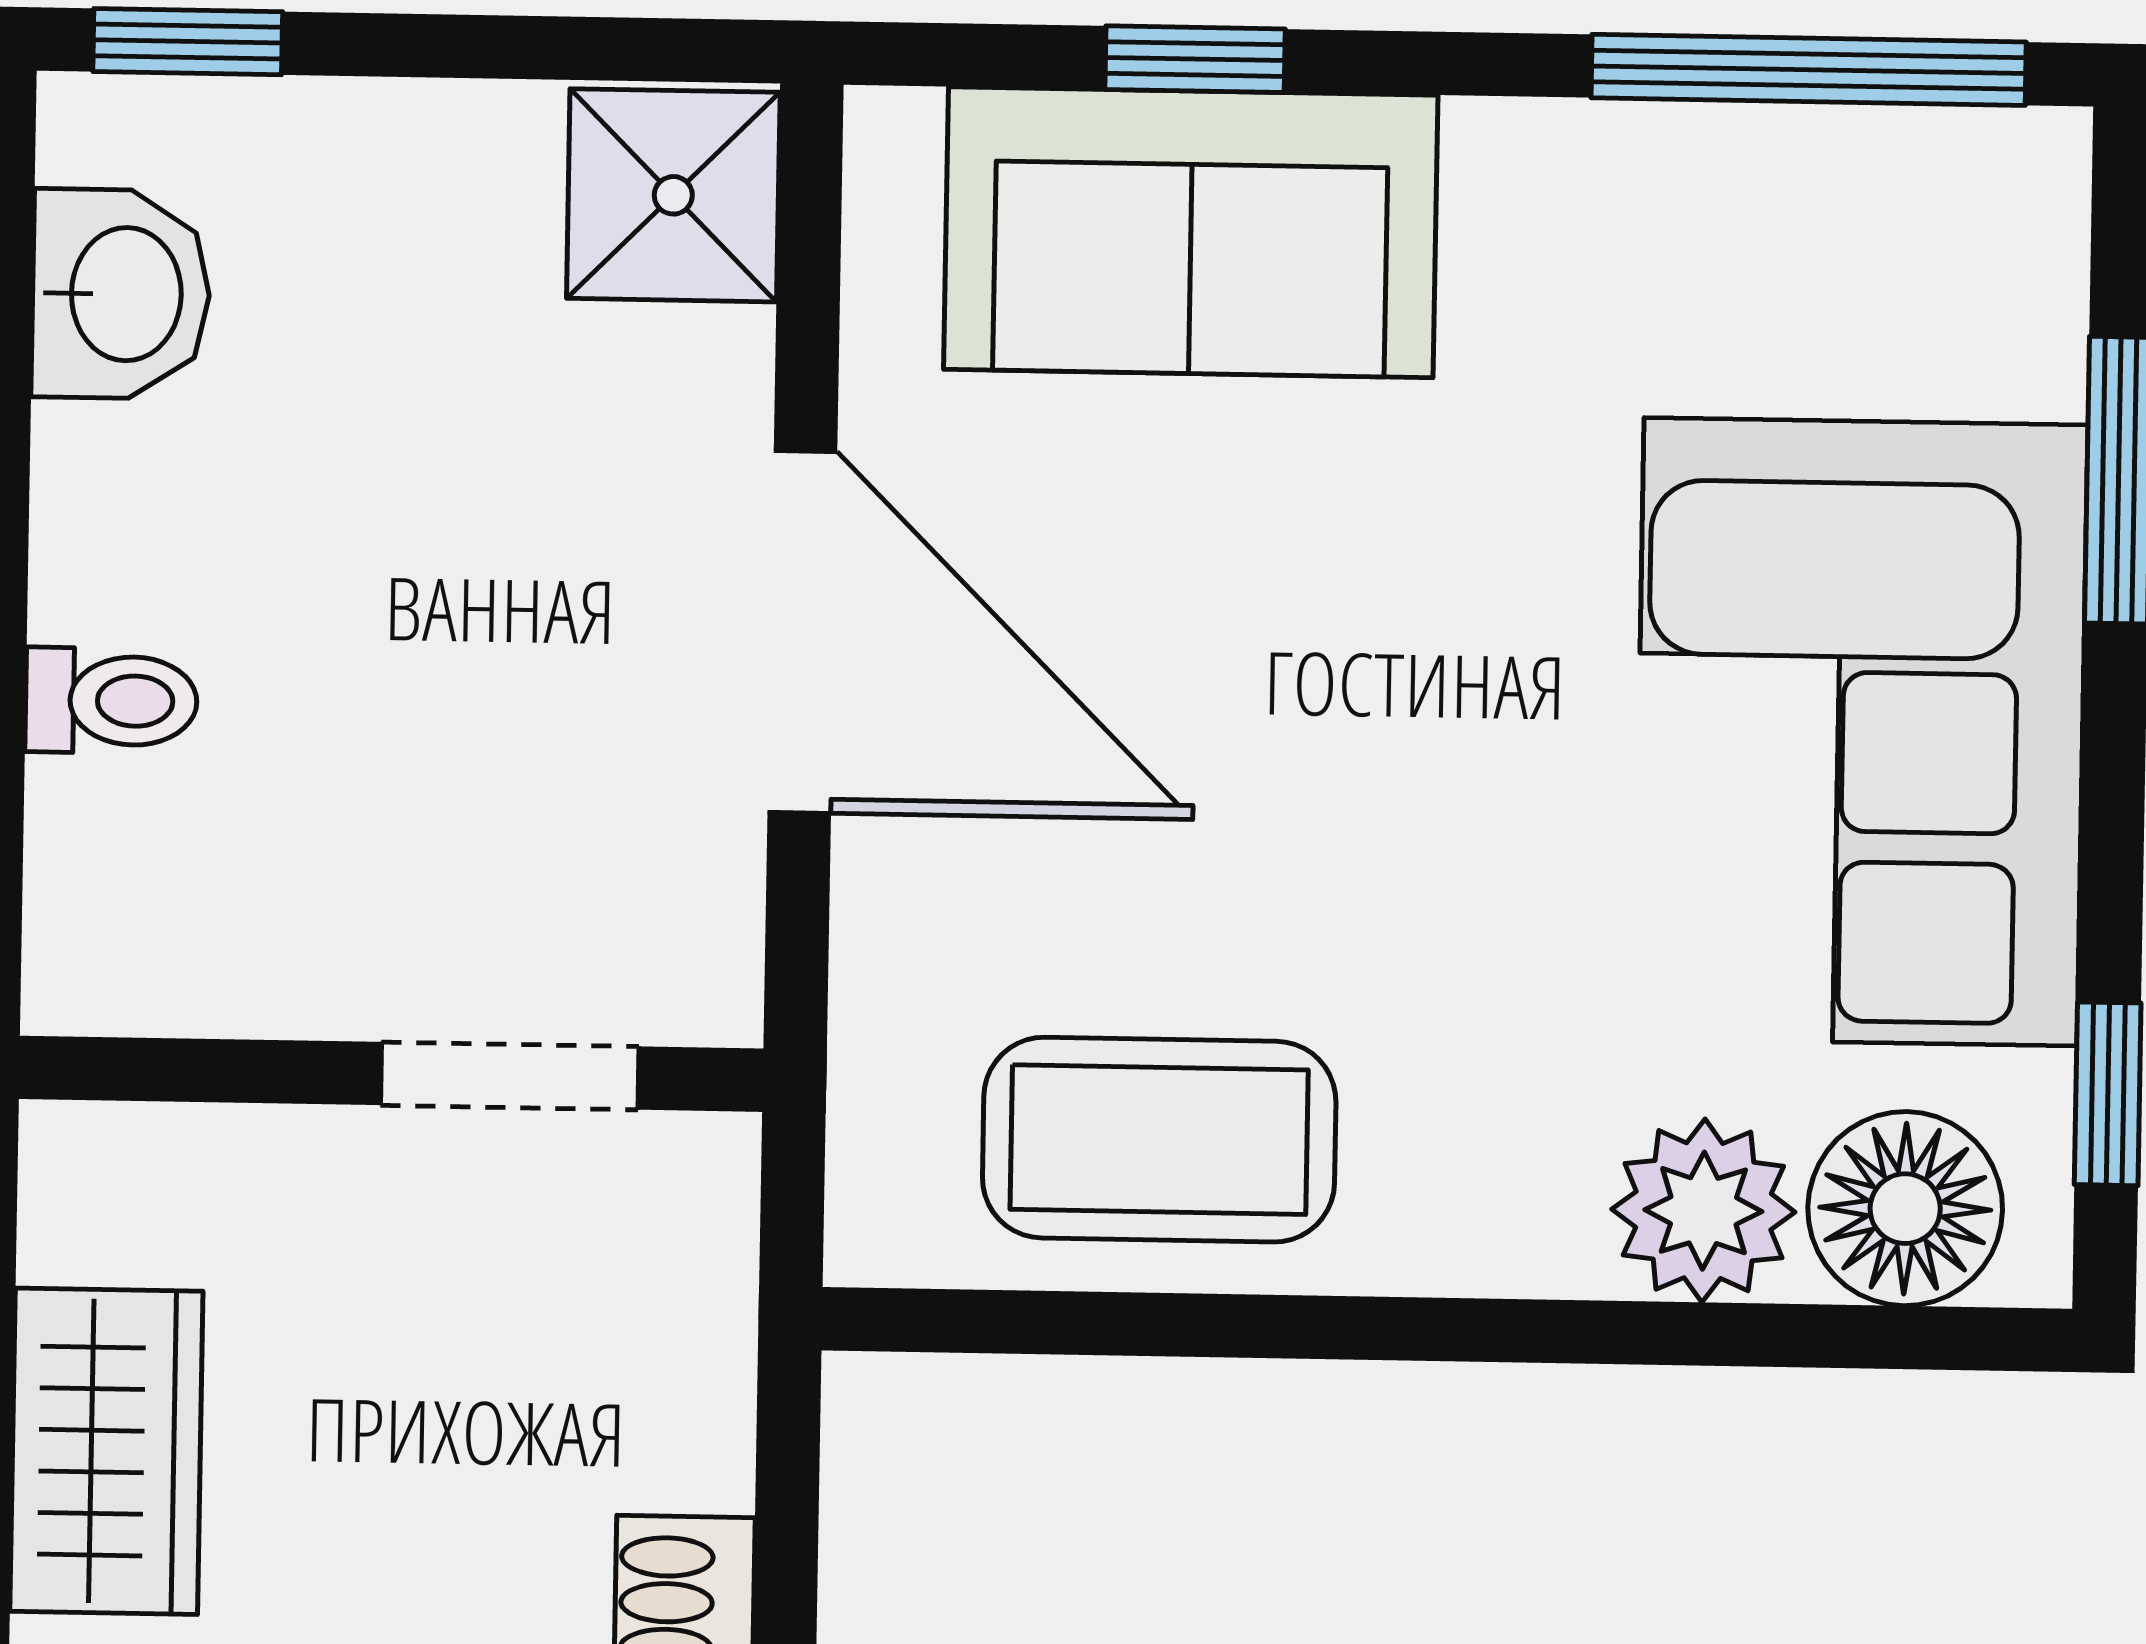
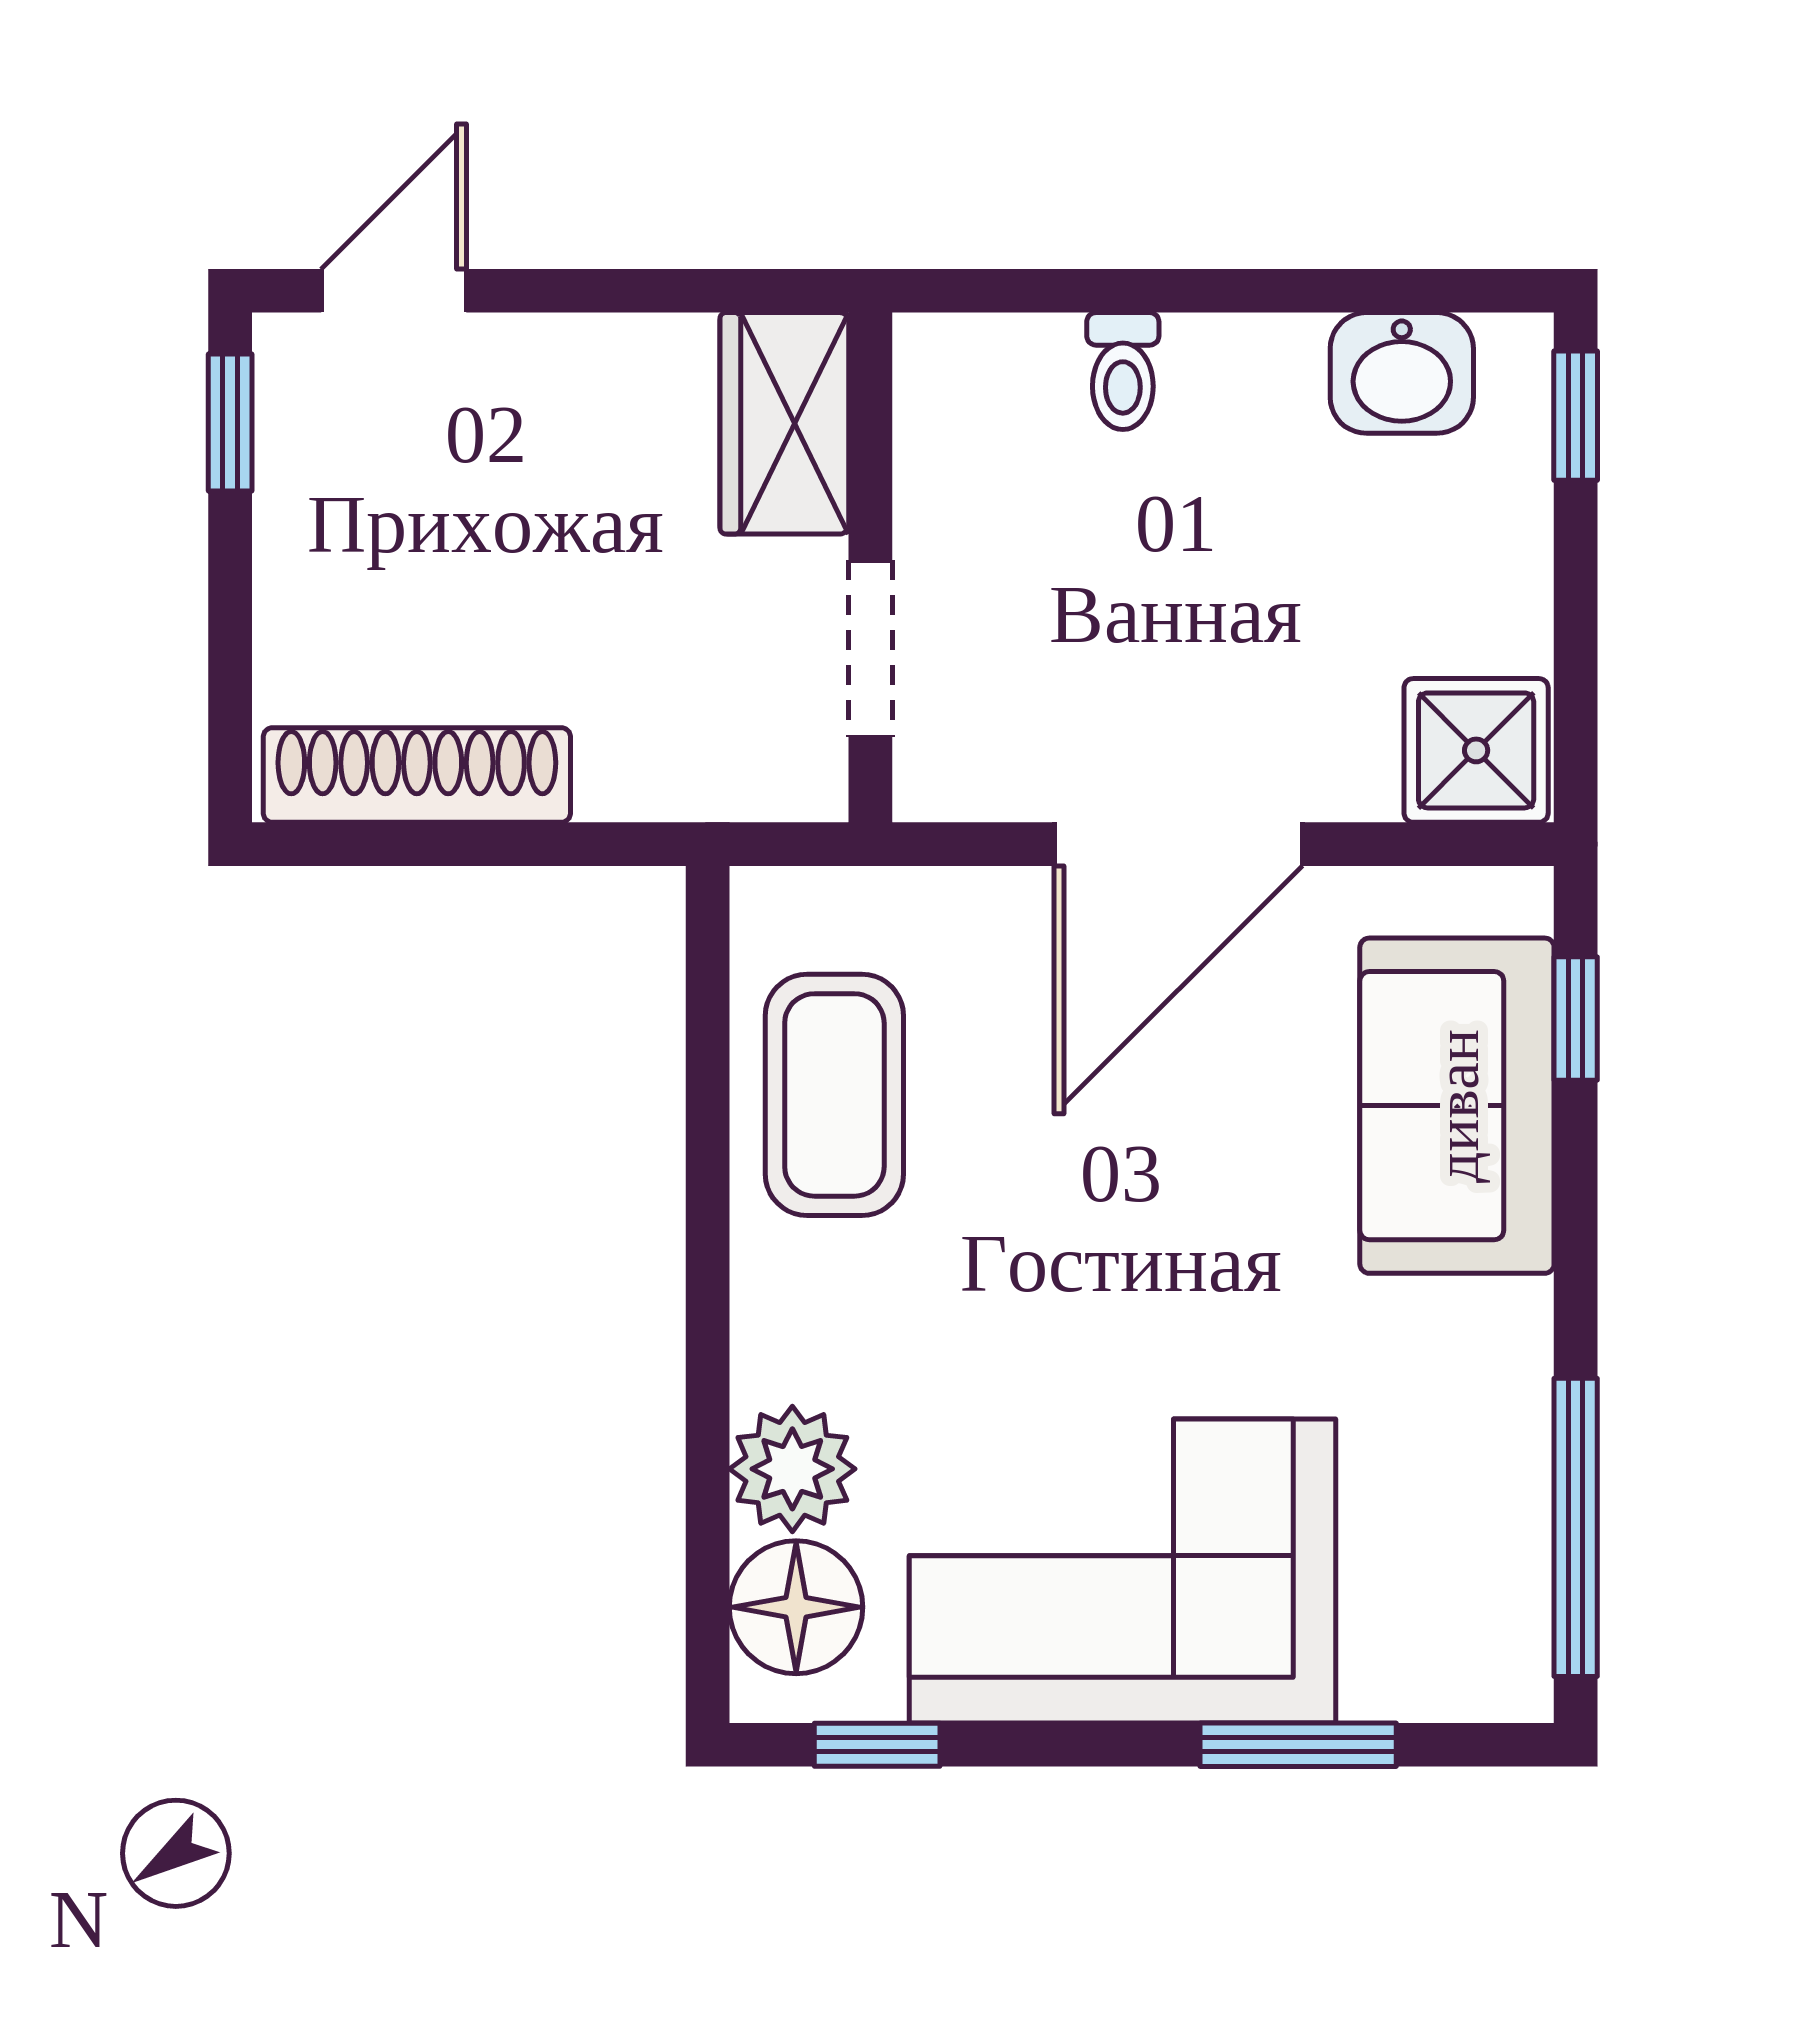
window: (1195, 59) -> (1576, 1018), moved
wardrobe: (106, 1451) -> (784, 423), moved, turned 90

